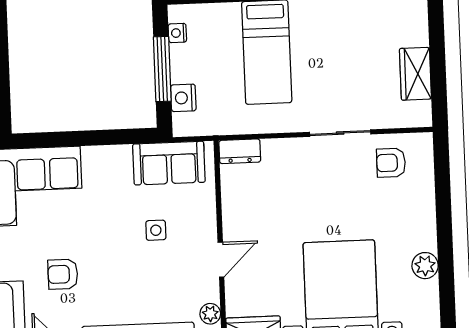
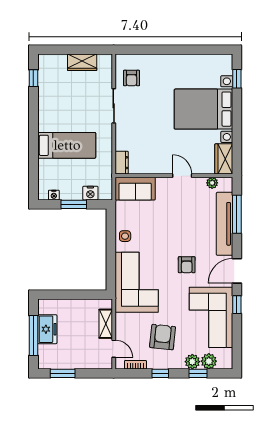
window: (162, 69) -> (74, 204), width x0.69
sofa: (169, 163) -> (135, 189), moved, turned 90
side table: (156, 230) -> (125, 236), moved
plant: (425, 266) -> (190, 61), removed

